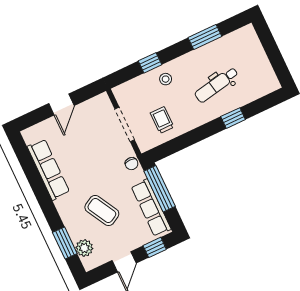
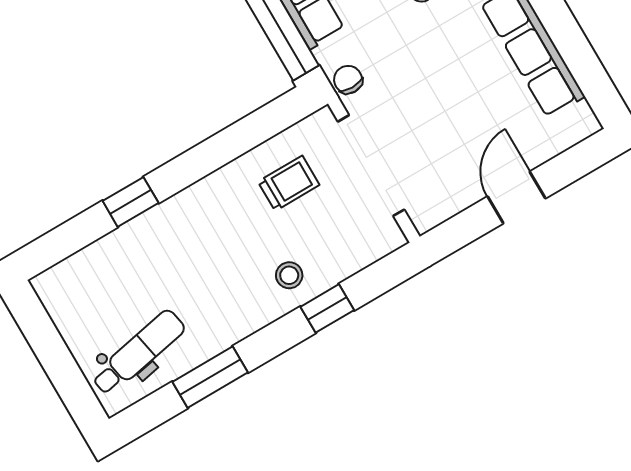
dental chair: (217, 85) -> (138, 353), moved
trolley: (162, 120) -> (289, 183), turned -90
doorway: (125, 124) -> (371, 166), width x1.36

